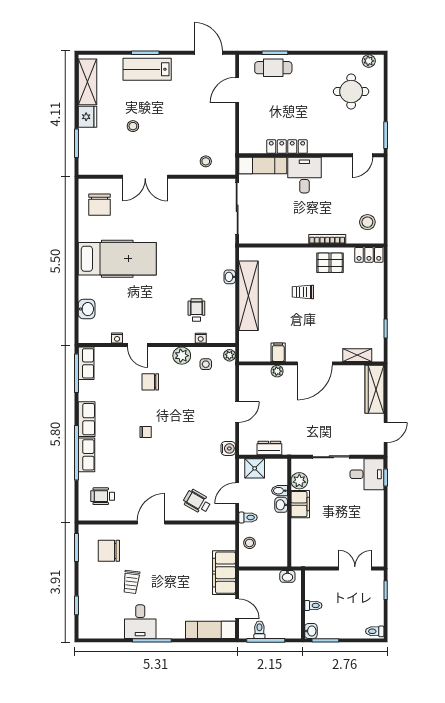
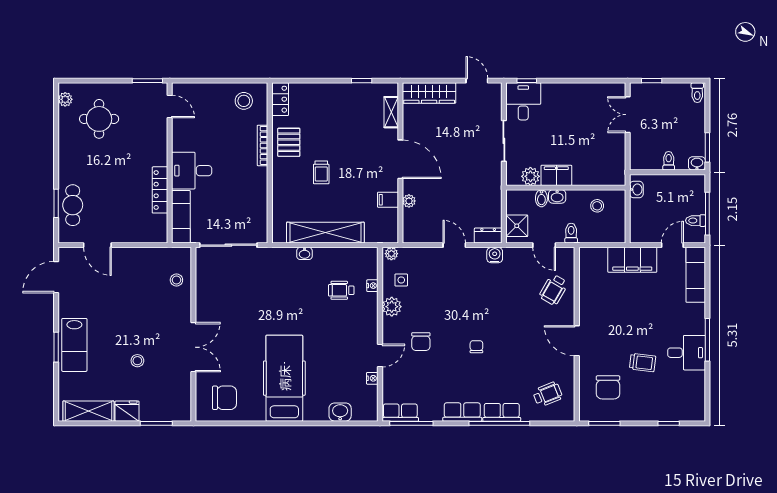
dresser: (269, 448) -> (488, 235), moved, turned 90
wheelchair: (103, 496) -> (548, 394), turned -112
stool: (249, 543) -> (597, 206), moved

